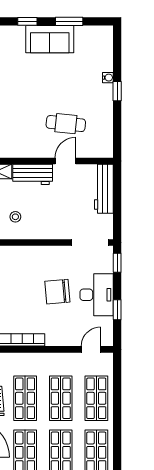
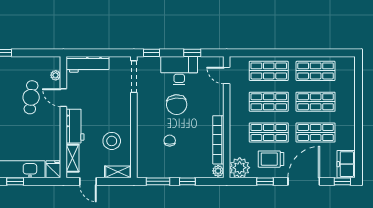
plant: (91, 152) -> (56, 75), added
stool: (15, 217) -> (112, 141), width x1.89, depth x1.89
chair: (16, 284) -> (170, 141), added

